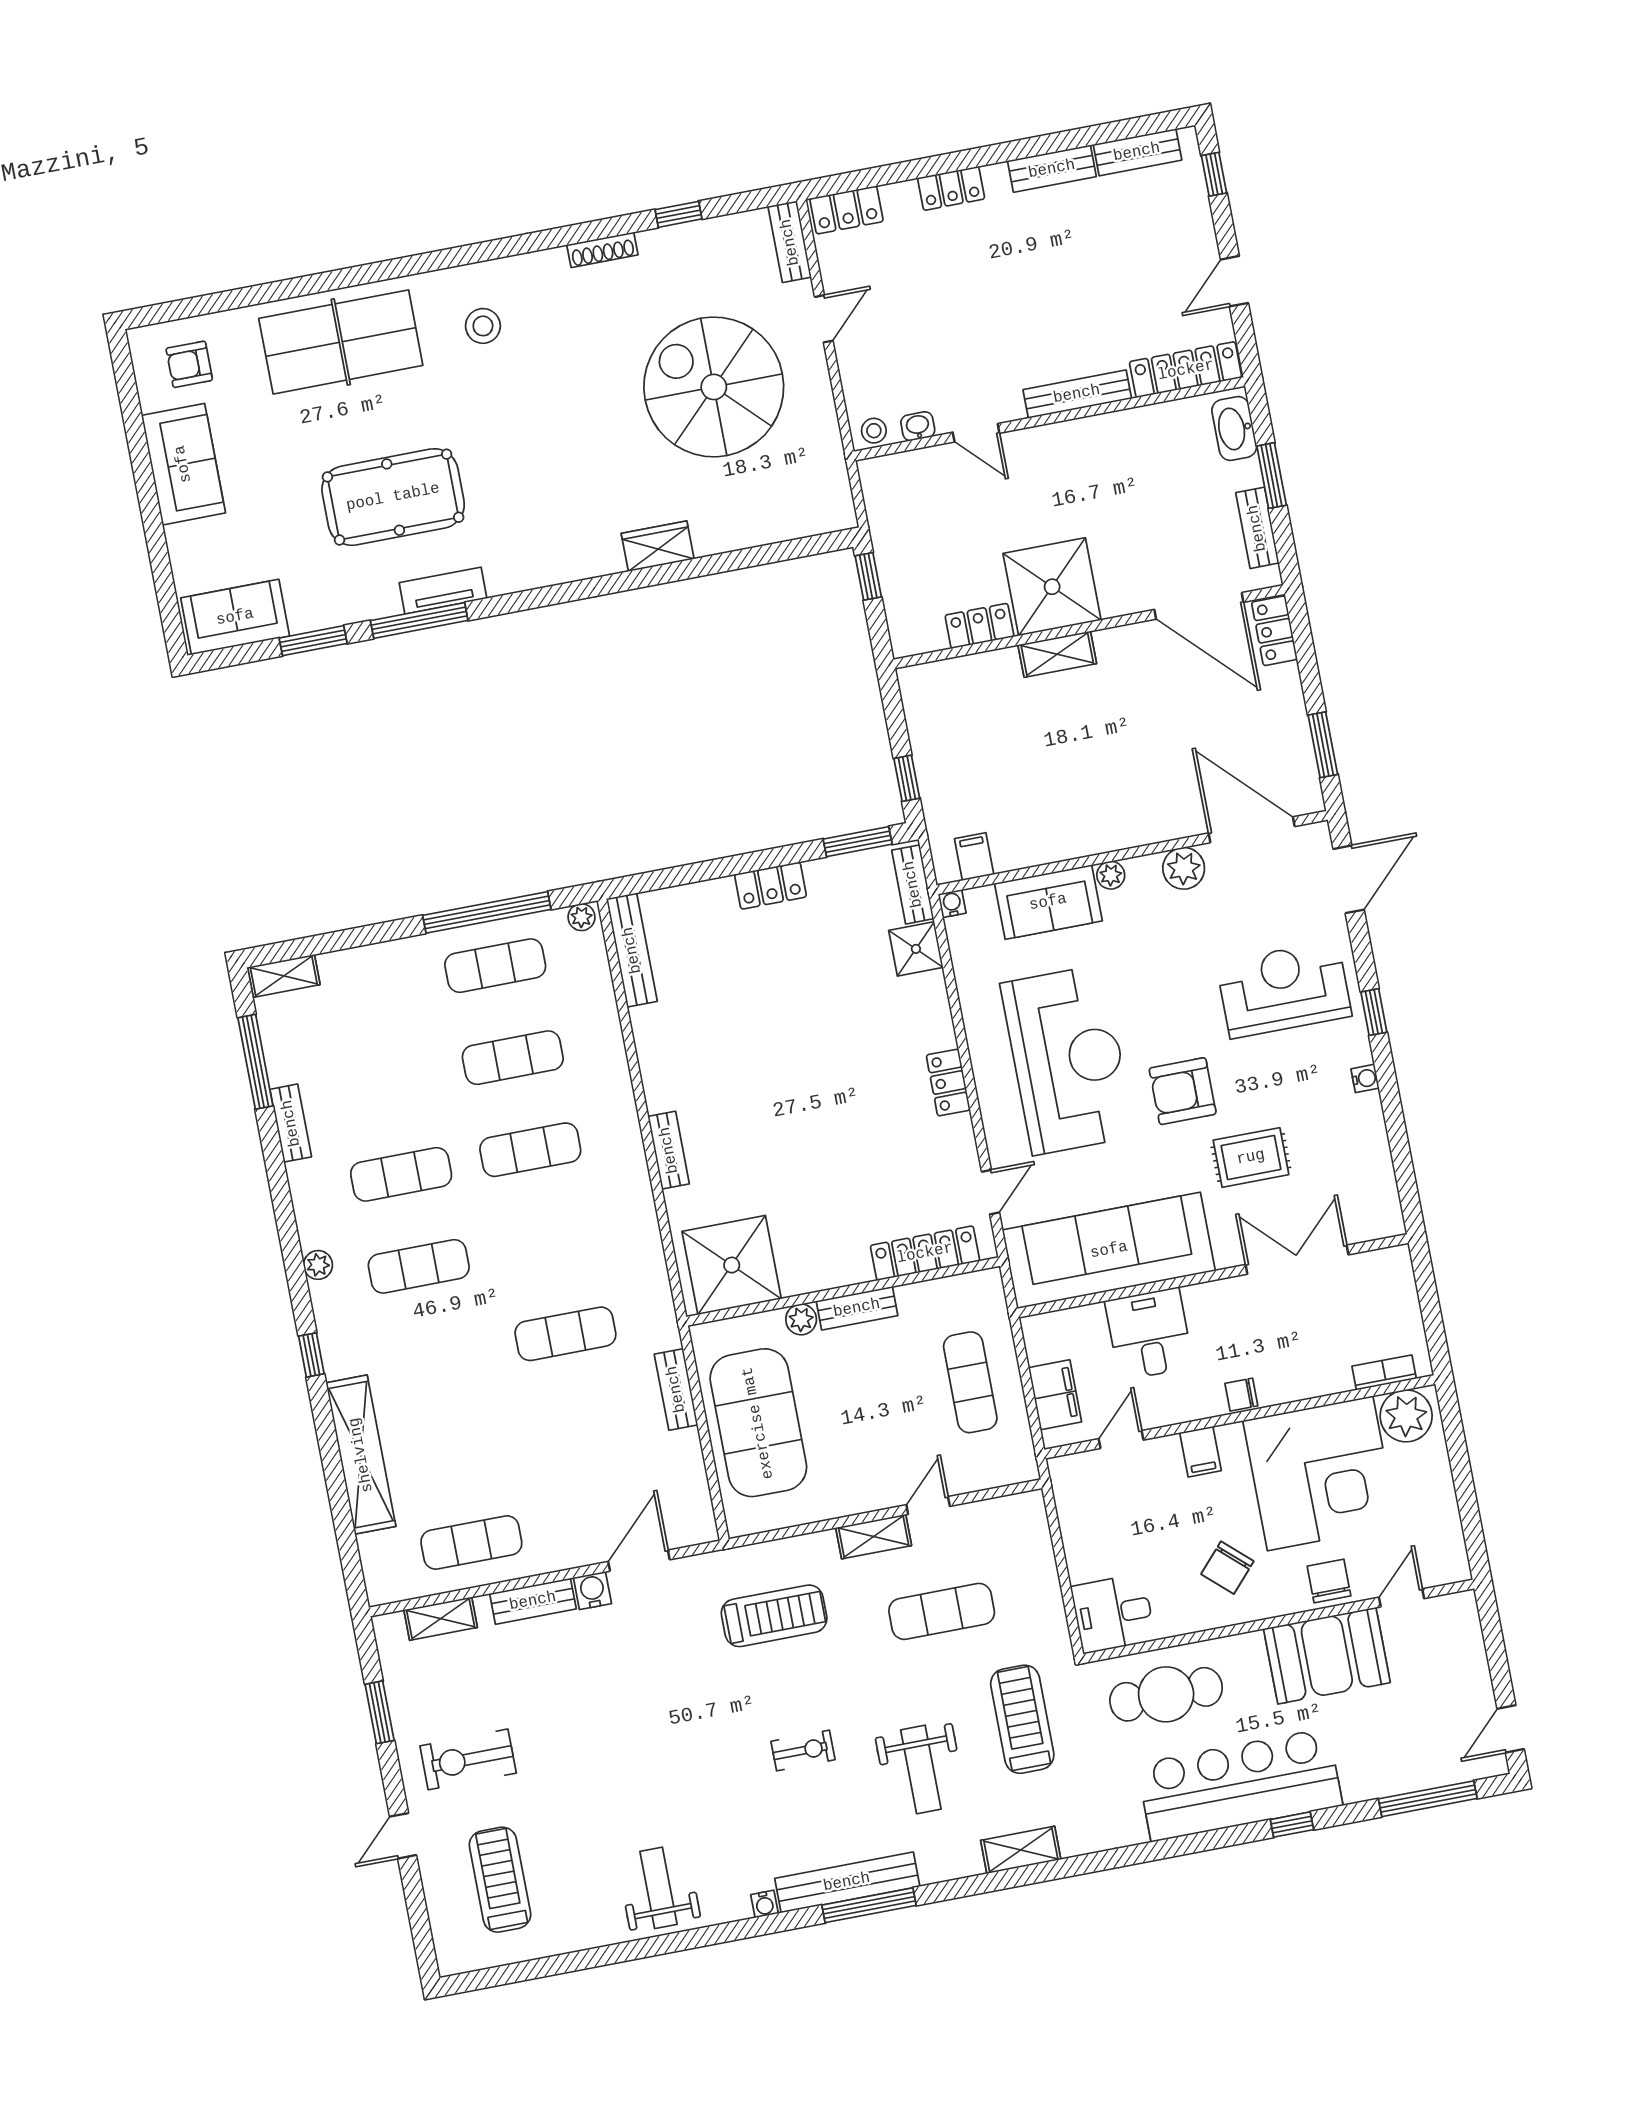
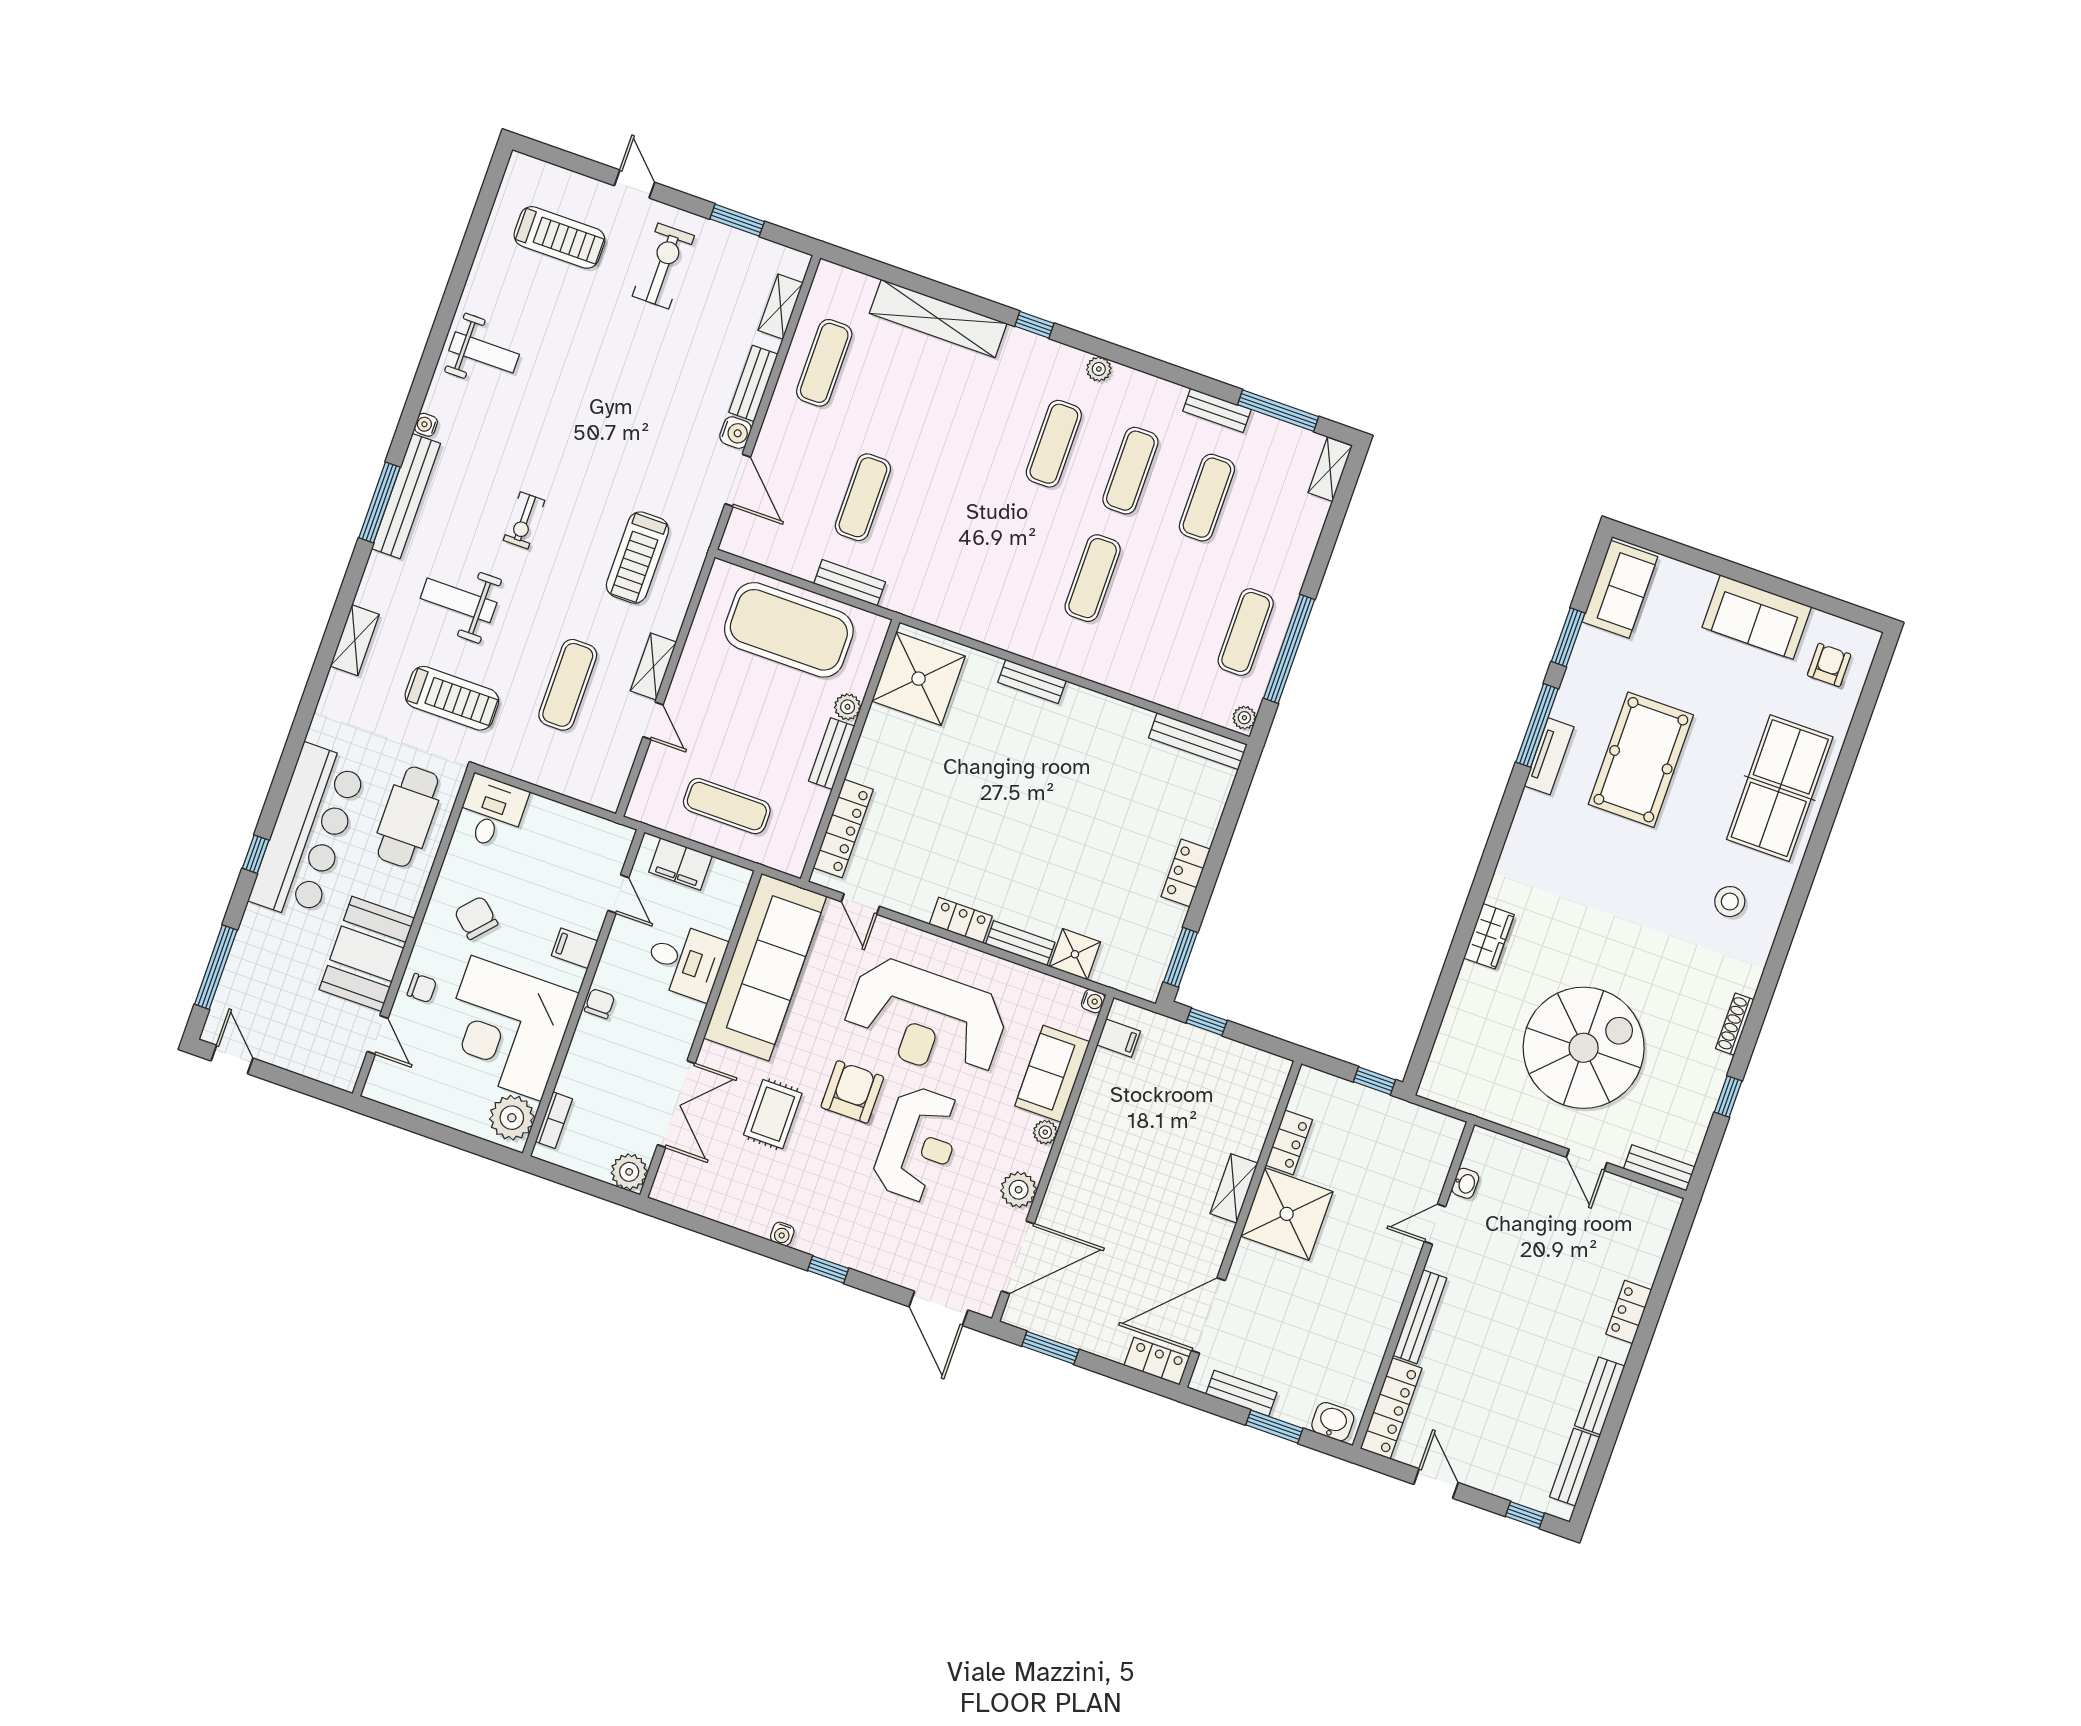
locker: (846, 210) -> (1658, 1224), removed
washbasin: (1234, 428) -> (1333, 1422), width x0.72
stool: (874, 431) -> (1481, 1149), removed
bench: (913, 884) -> (1020, 943), moved
reception desk: (1284, 989) -> (918, 1144), moved
exercise mat: (513, 1058) -> (1207, 498), moved
plant: (1392, 1267) -> (629, 1172), added
exercise mat: (565, 1334) -> (863, 497), moved
chair: (1329, 1581) -> (422, 988), width x0.73, depth x0.73

